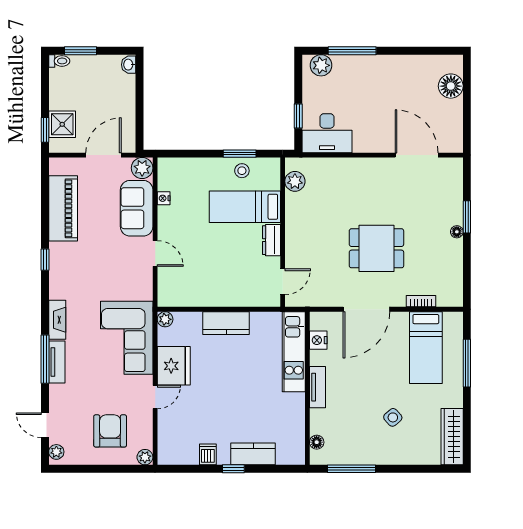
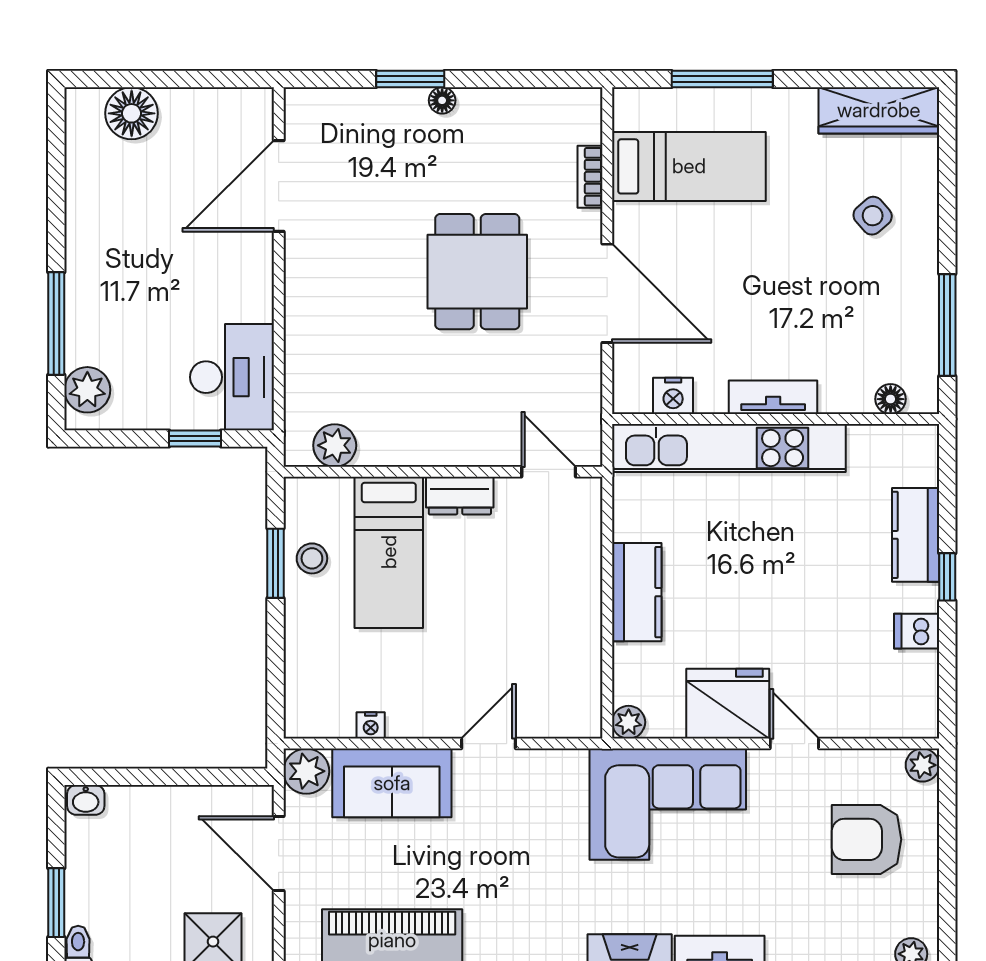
kitchen unit: (294, 352) -> (729, 448), width x1.36
side table: (393, 417) -> (873, 216), moved

